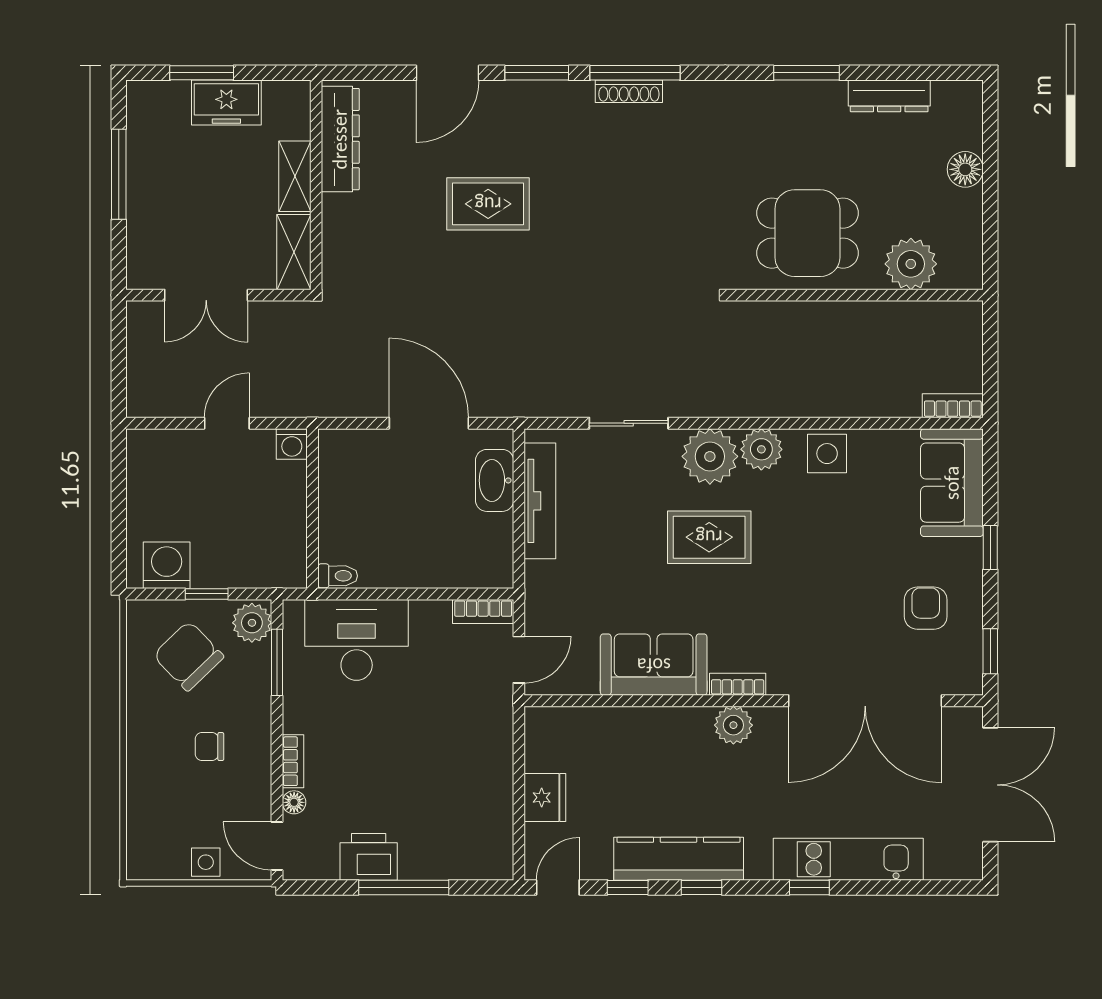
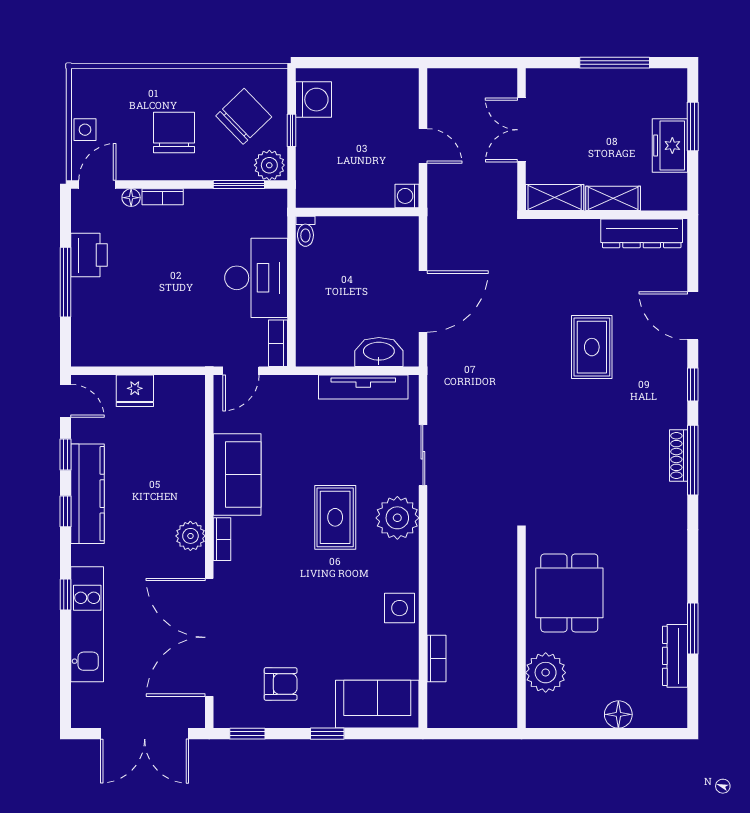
window: (537, 73) -> (693, 385), width x0.67
window: (807, 73) -> (693, 629), moved
bookcase: (953, 406) -> (436, 659), moved
plant: (761, 449) -> (403, 557), removed
desk: (357, 640) -> (256, 278), moved
door: (519, 660) -> (241, 371), hinge flipped
chair: (209, 747) -> (174, 133), width x1.87, depth x1.87

